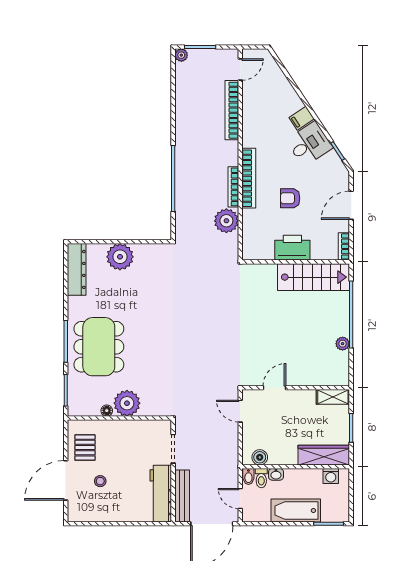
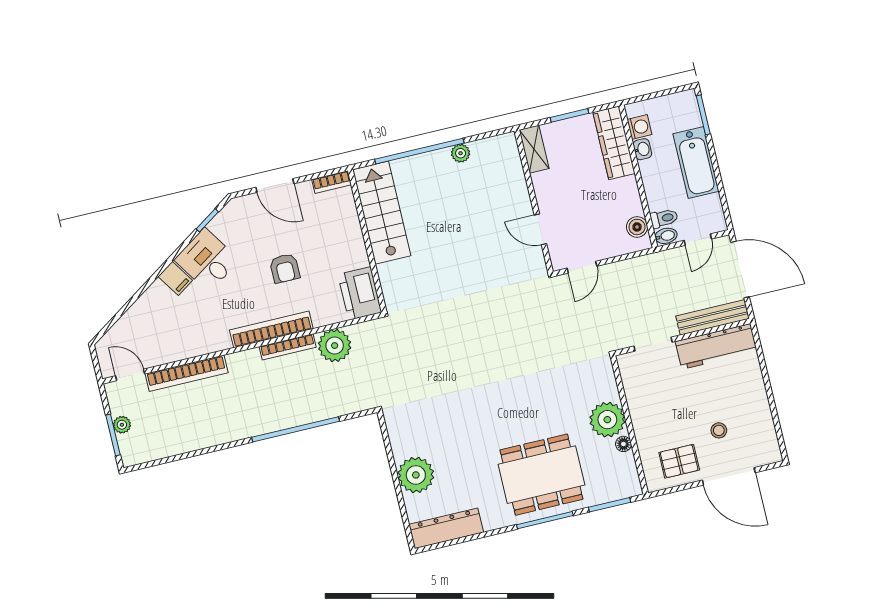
plant: (181, 55) -> (122, 425), moved
printer: (292, 248) -> (360, 293), moved
washbasin: (276, 474) -> (642, 149), moved

